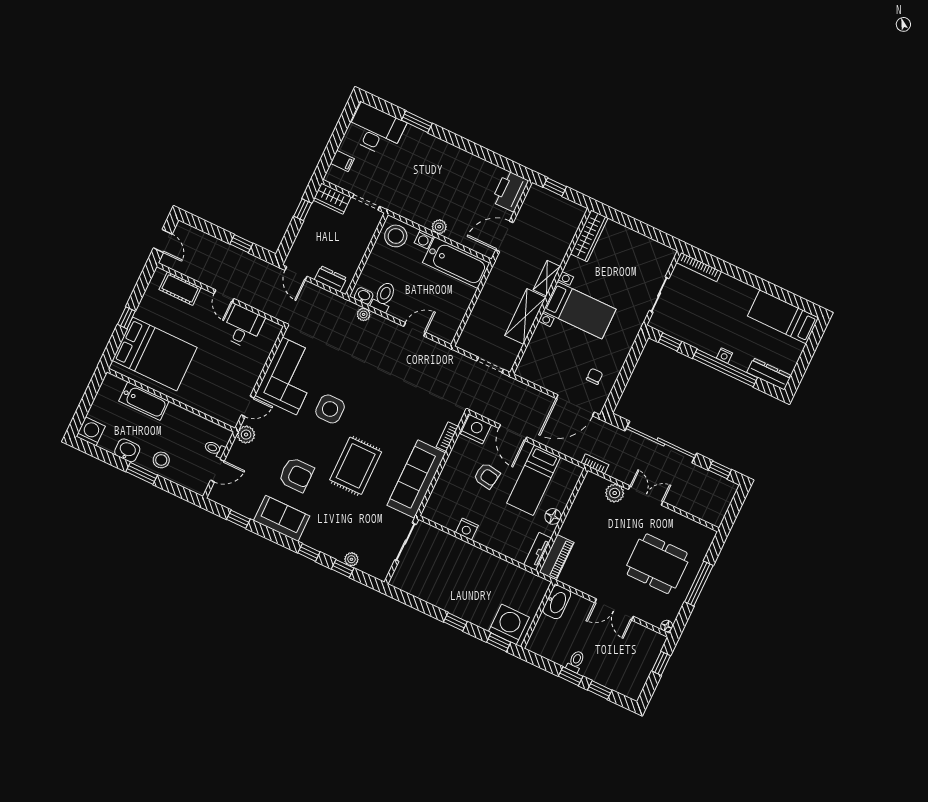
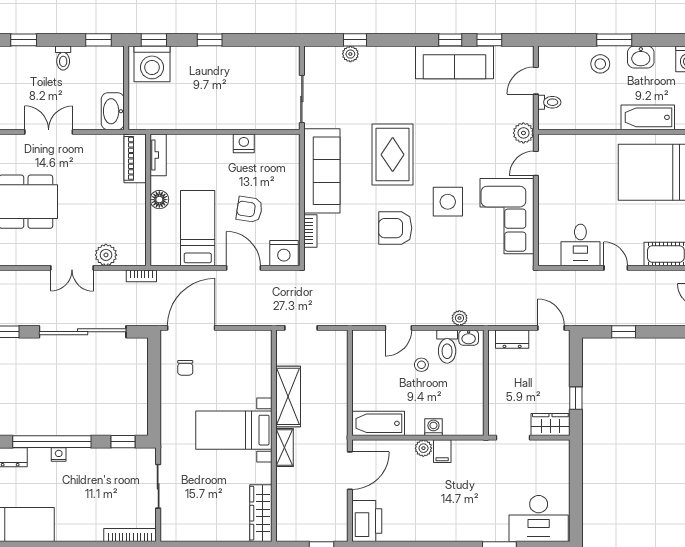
filing cabinet: (342, 161) -> (442, 451), moved, turned -90
stool: (396, 236) -> (421, 365), moved, width x0.53, depth x0.53
bathtub: (456, 263) -> (378, 423), width x0.73, depth x0.73
armchair: (296, 475) -> (395, 228), moved
sofa: (282, 518) -> (455, 62), width x1.36
window: (309, 552) -> (450, 40), moved
window: (571, 676) -> (98, 40), moved

